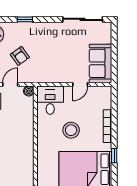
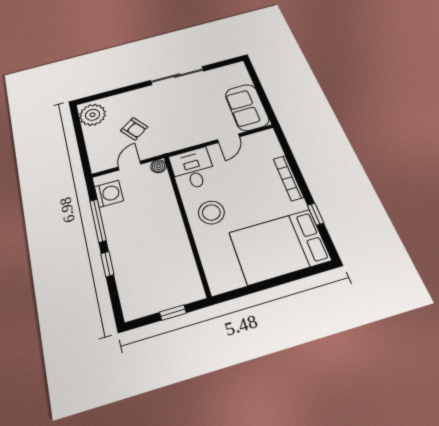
window: (25, 19) -> (130, 88), removed
sliding door: (83, 19) -> (177, 76), moved
stool: (71, 130) -> (211, 212), moved

